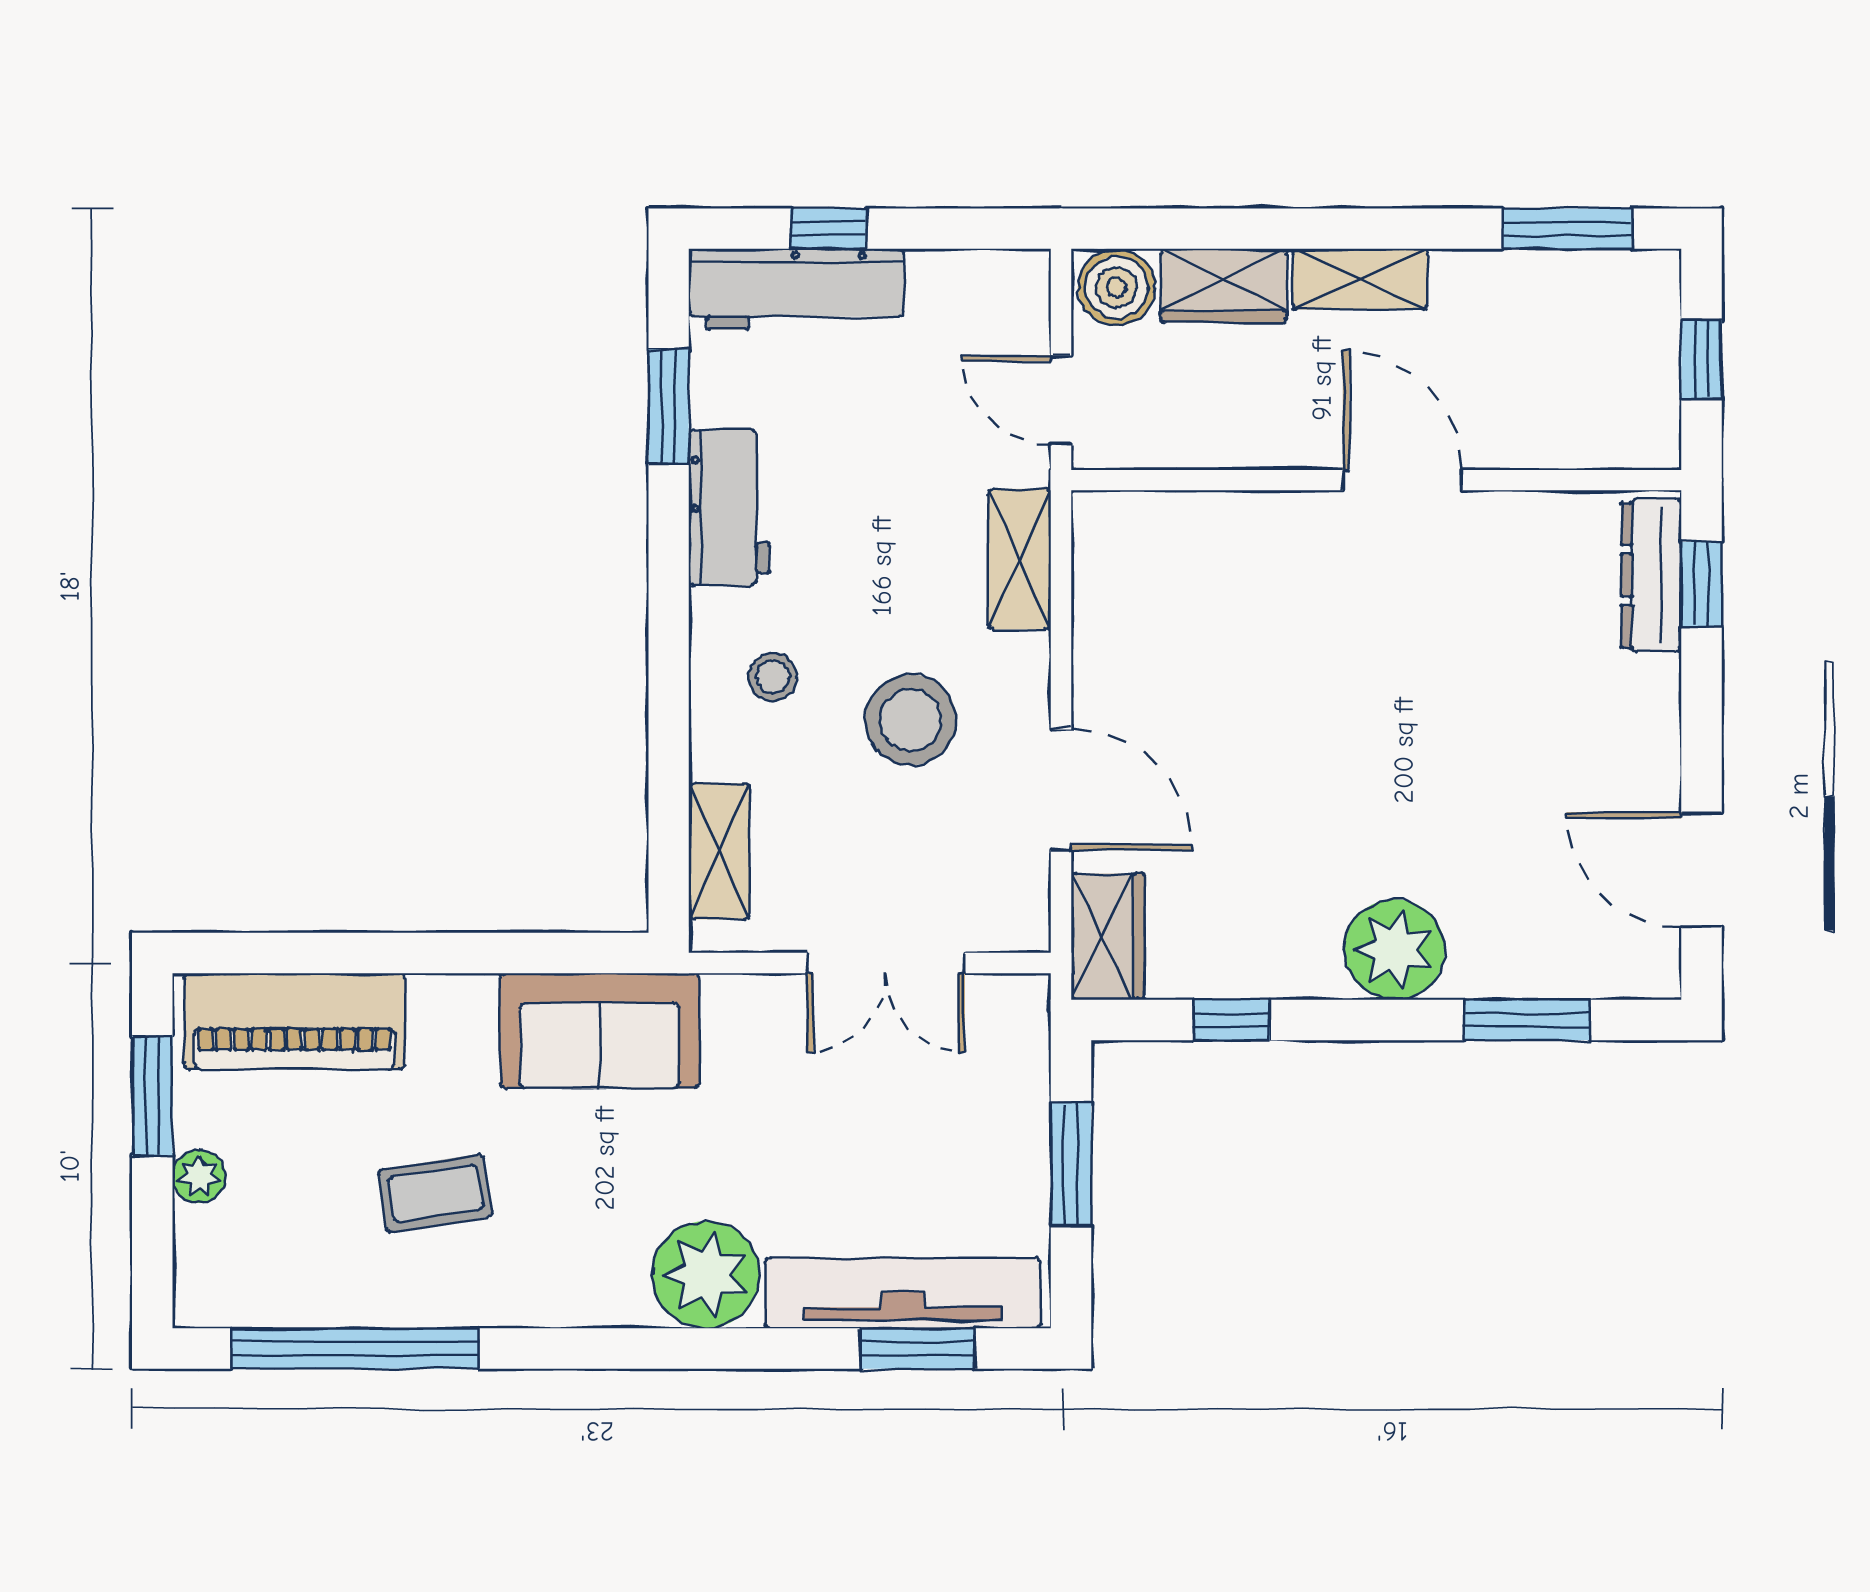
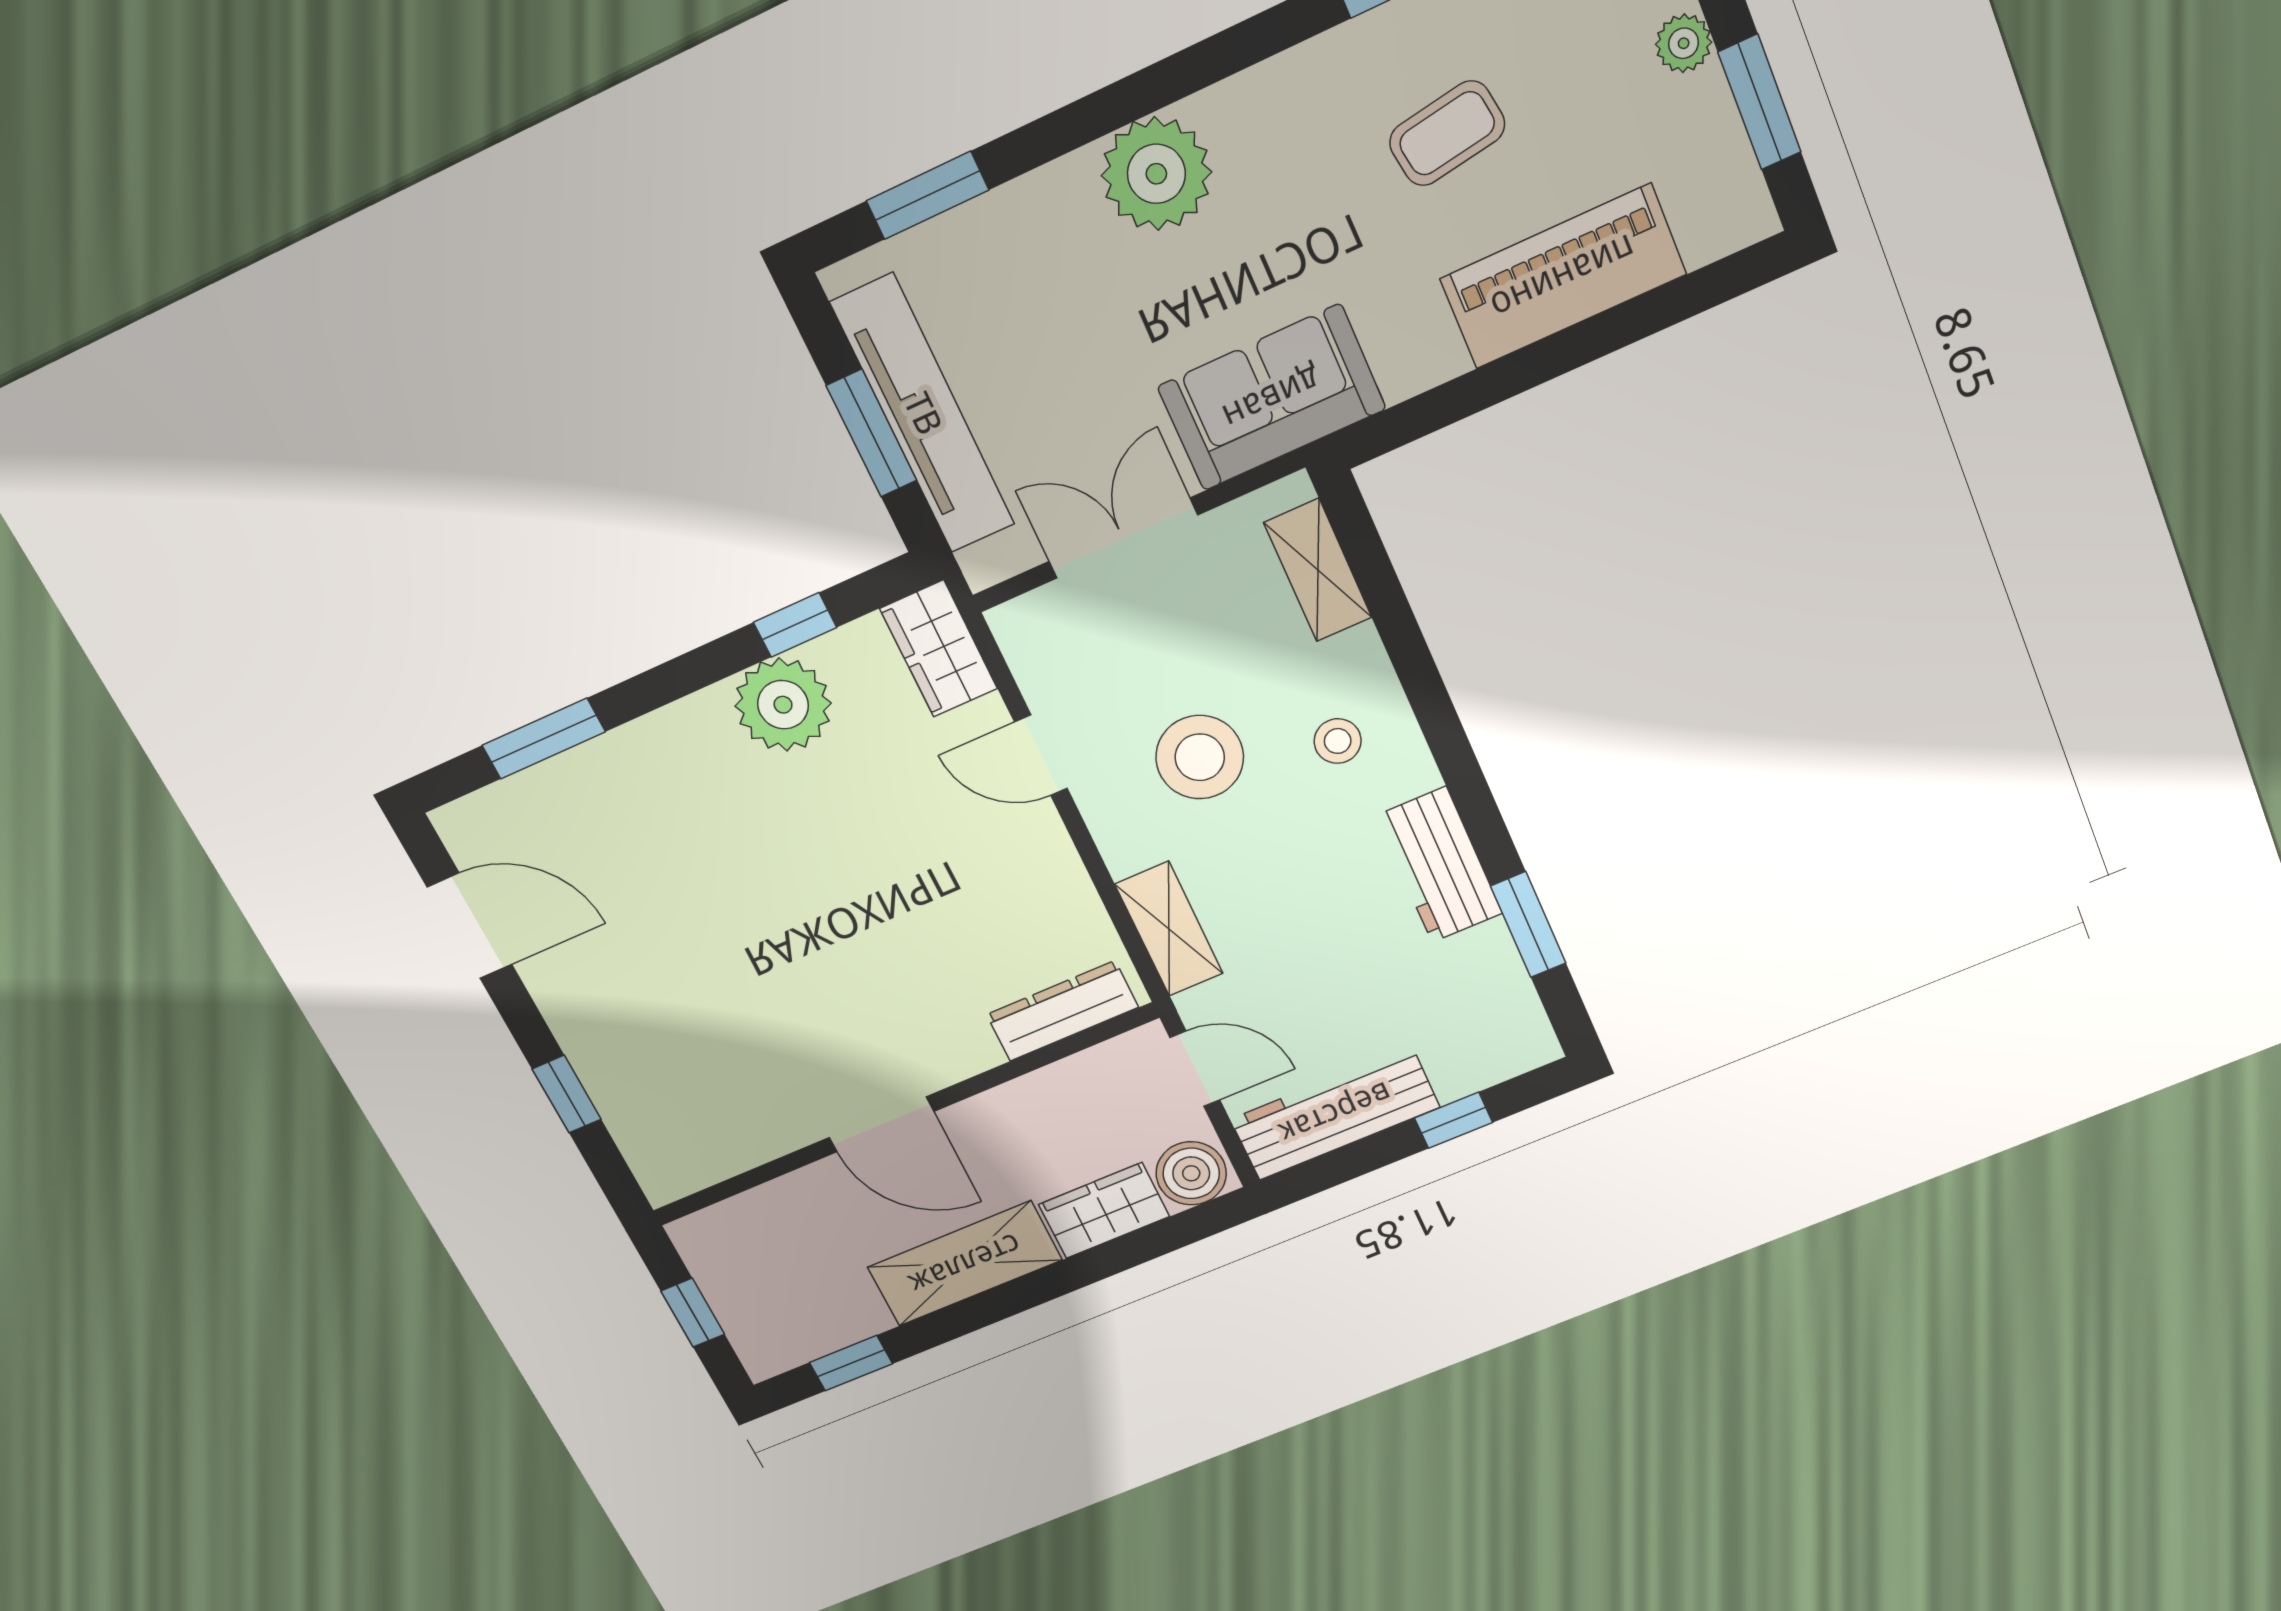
window: (1567, 229) -> (851, 1363), width x0.67
shelving: (1360, 279) -> (965, 1264), width x1.50, depth x1.33
workbench: (796, 289) -> (1335, 1113), moved
dresser: (1651, 575) -> (1062, 1011), moved, turned -90
window: (1701, 584) -> (567, 1094), moved
door: (1061, 790) -> (1041, 755), width x0.73
plant: (1395, 950) -> (783, 705), moved
piano: (294, 1021) -> (1563, 277), moved
sofa: (600, 1031) -> (1272, 398), moved
tv unit: (903, 1293) -> (923, 414), moved, turned -90

